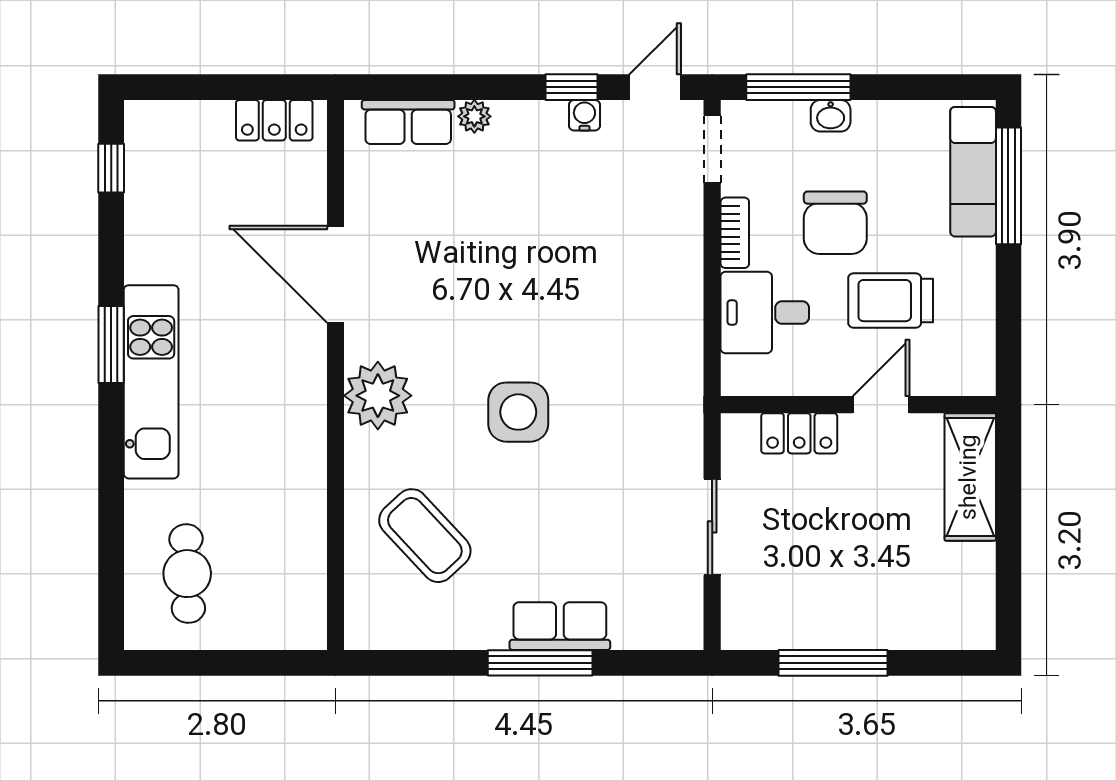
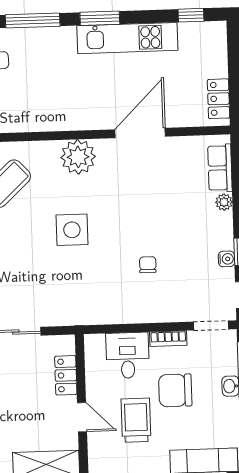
chair: (591, 268) -> (148, 265), added
kitchen unit: (151, 382) -> (127, 38), moved
window: (111, 475) -> (33, 20), added

